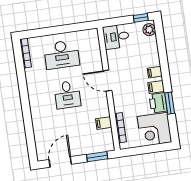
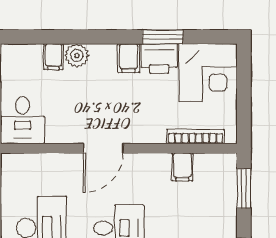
plant: (149, 30) -> (77, 55), moved
filing cabinet: (155, 72) -> (53, 57), moved

